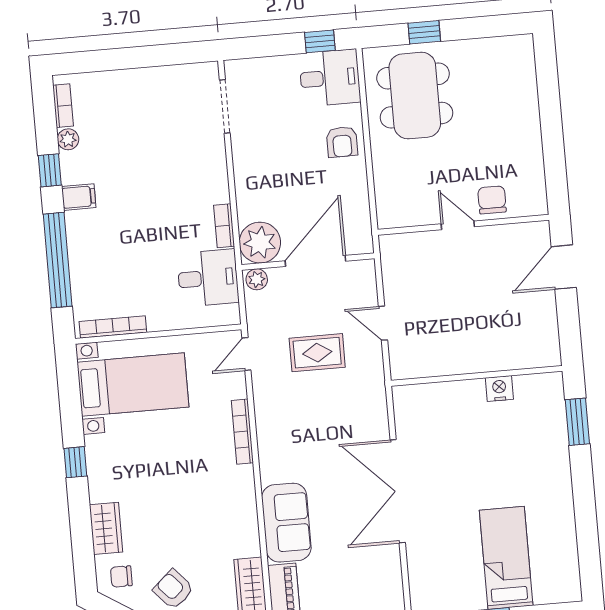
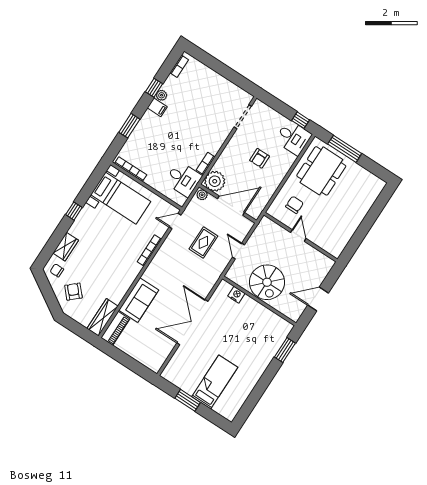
window: (424, 32) -> (345, 149), width x2.17
plant: (68, 139) -> (162, 95), moved
armchair: (342, 142) -> (260, 158), moved
chair: (492, 200) -> (295, 205), moved
window: (58, 260) -> (129, 126), width x0.47
door: (564, 267) -> (318, 299), moved
spiral stairs: (466, 337) -> (267, 282), added
rug: (317, 353) -> (203, 242), turned 90
nightstand: (499, 388) -> (236, 295), moved

